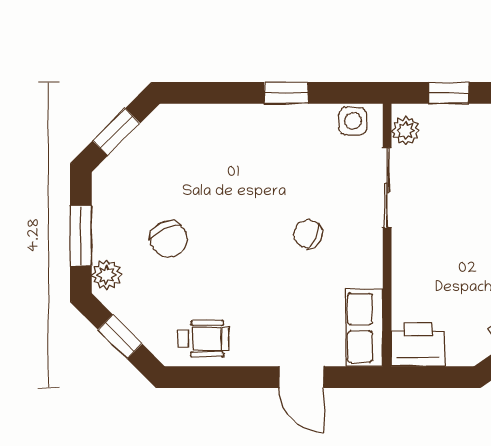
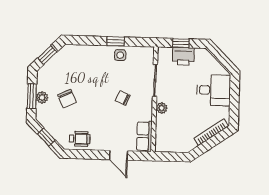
side table: (353, 121) -> (120, 55), moved
plant: (406, 130) -> (162, 108), moved
plant: (107, 275) -> (42, 97), moved
printer: (418, 344) -> (183, 56), moved, turned 180

